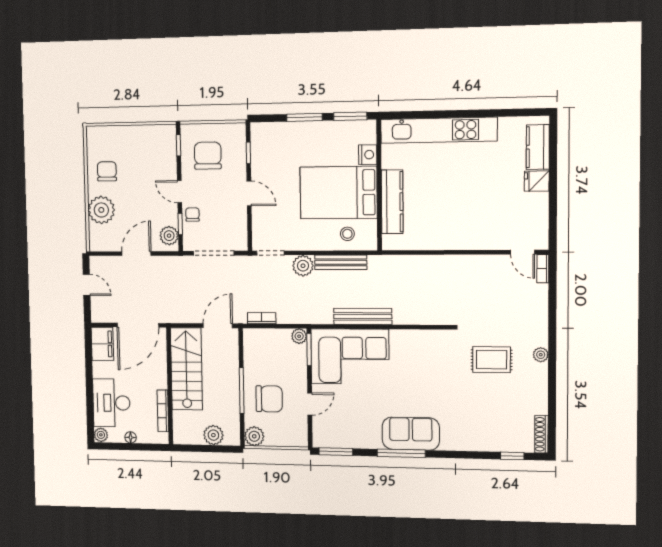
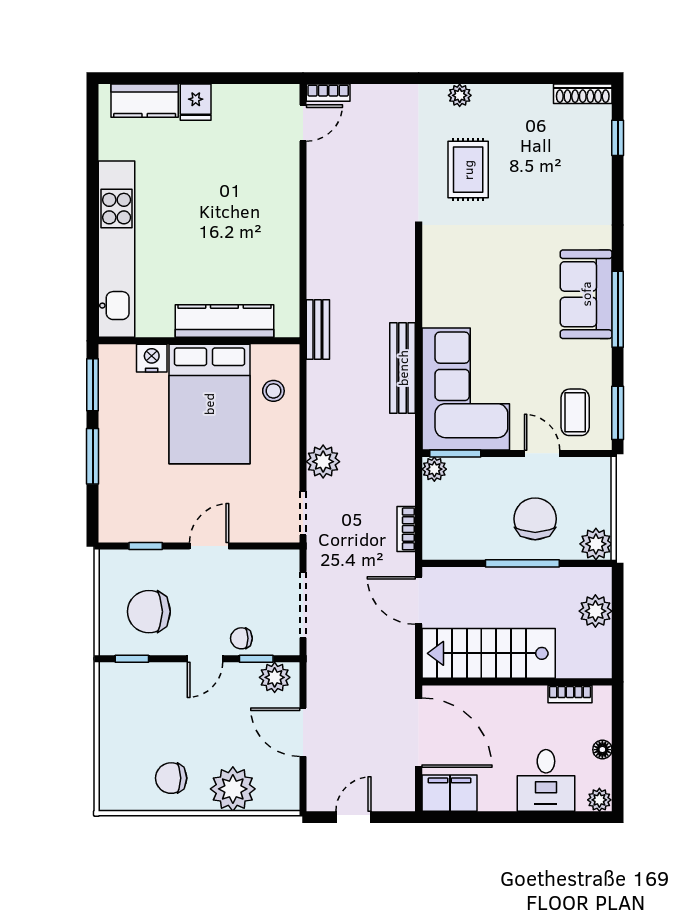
bench: (341, 262) -> (318, 330), moved, width x0.73
desk: (111, 403) -> (546, 780), width x0.73
bookcase: (163, 411) -> (570, 694), width x0.64
coffee table: (336, 425) -> (575, 412), added

